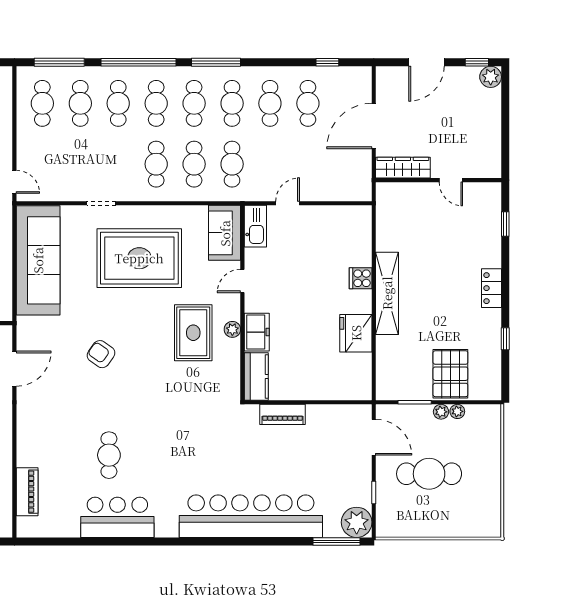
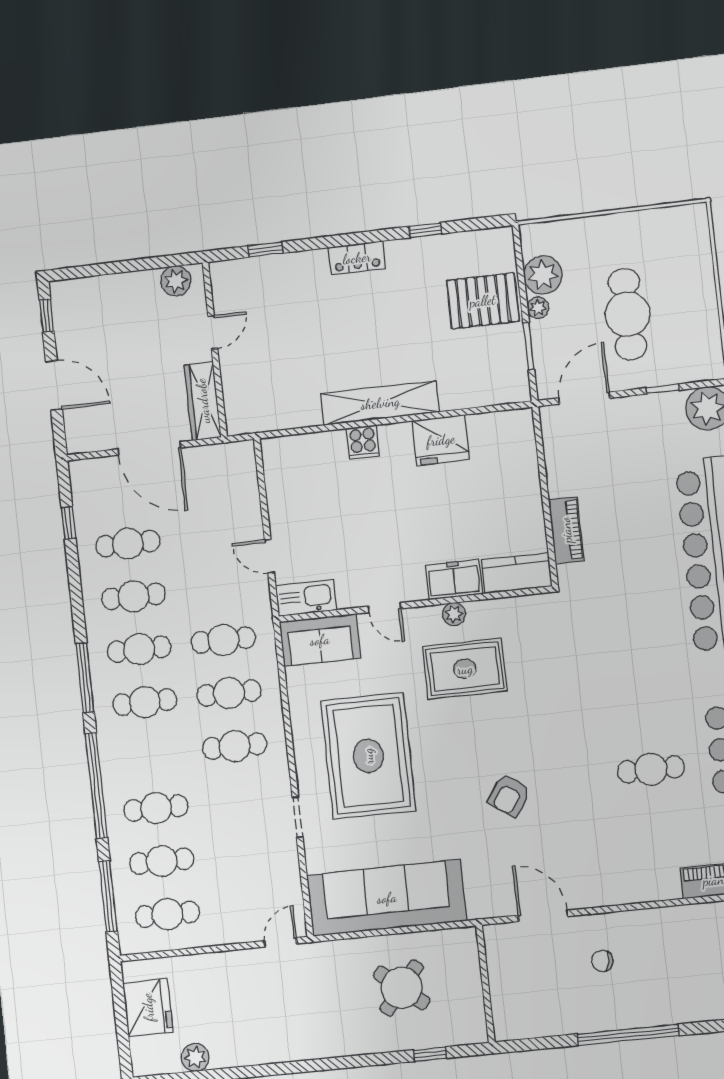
plant: (491, 77) -> (176, 281), moved
cafe table: (156, 103) -> (150, 755), removed
plant: (457, 411) -> (543, 275), width x1.87, depth x1.87

